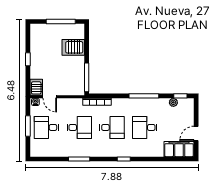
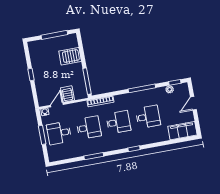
server rack: (36, 87) -> (67, 94), moved
door: (50, 97) -> (57, 105), swing flipped
desk: (145, 127) -> (148, 117), turned 180
door: (196, 133) -> (193, 103), moved

